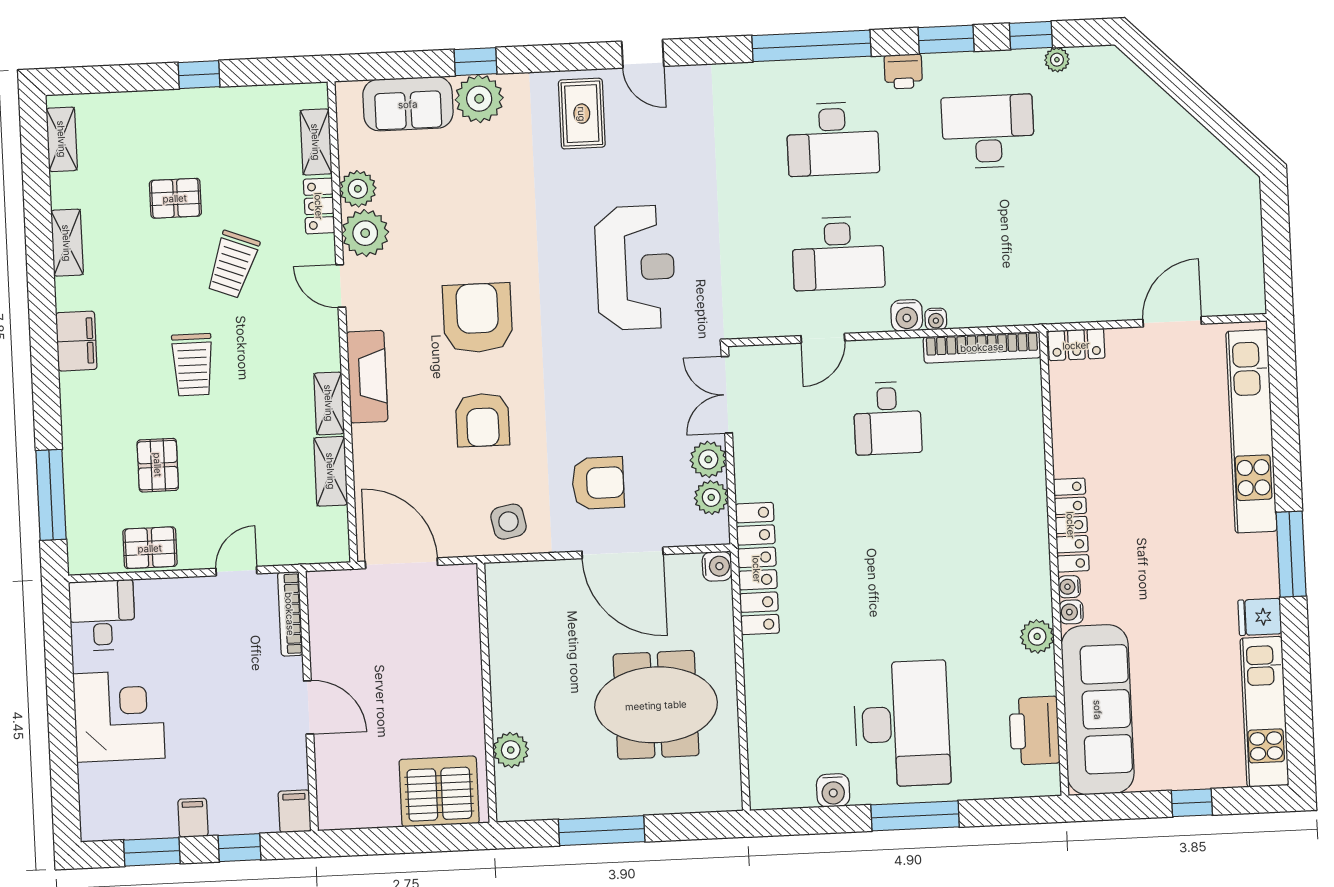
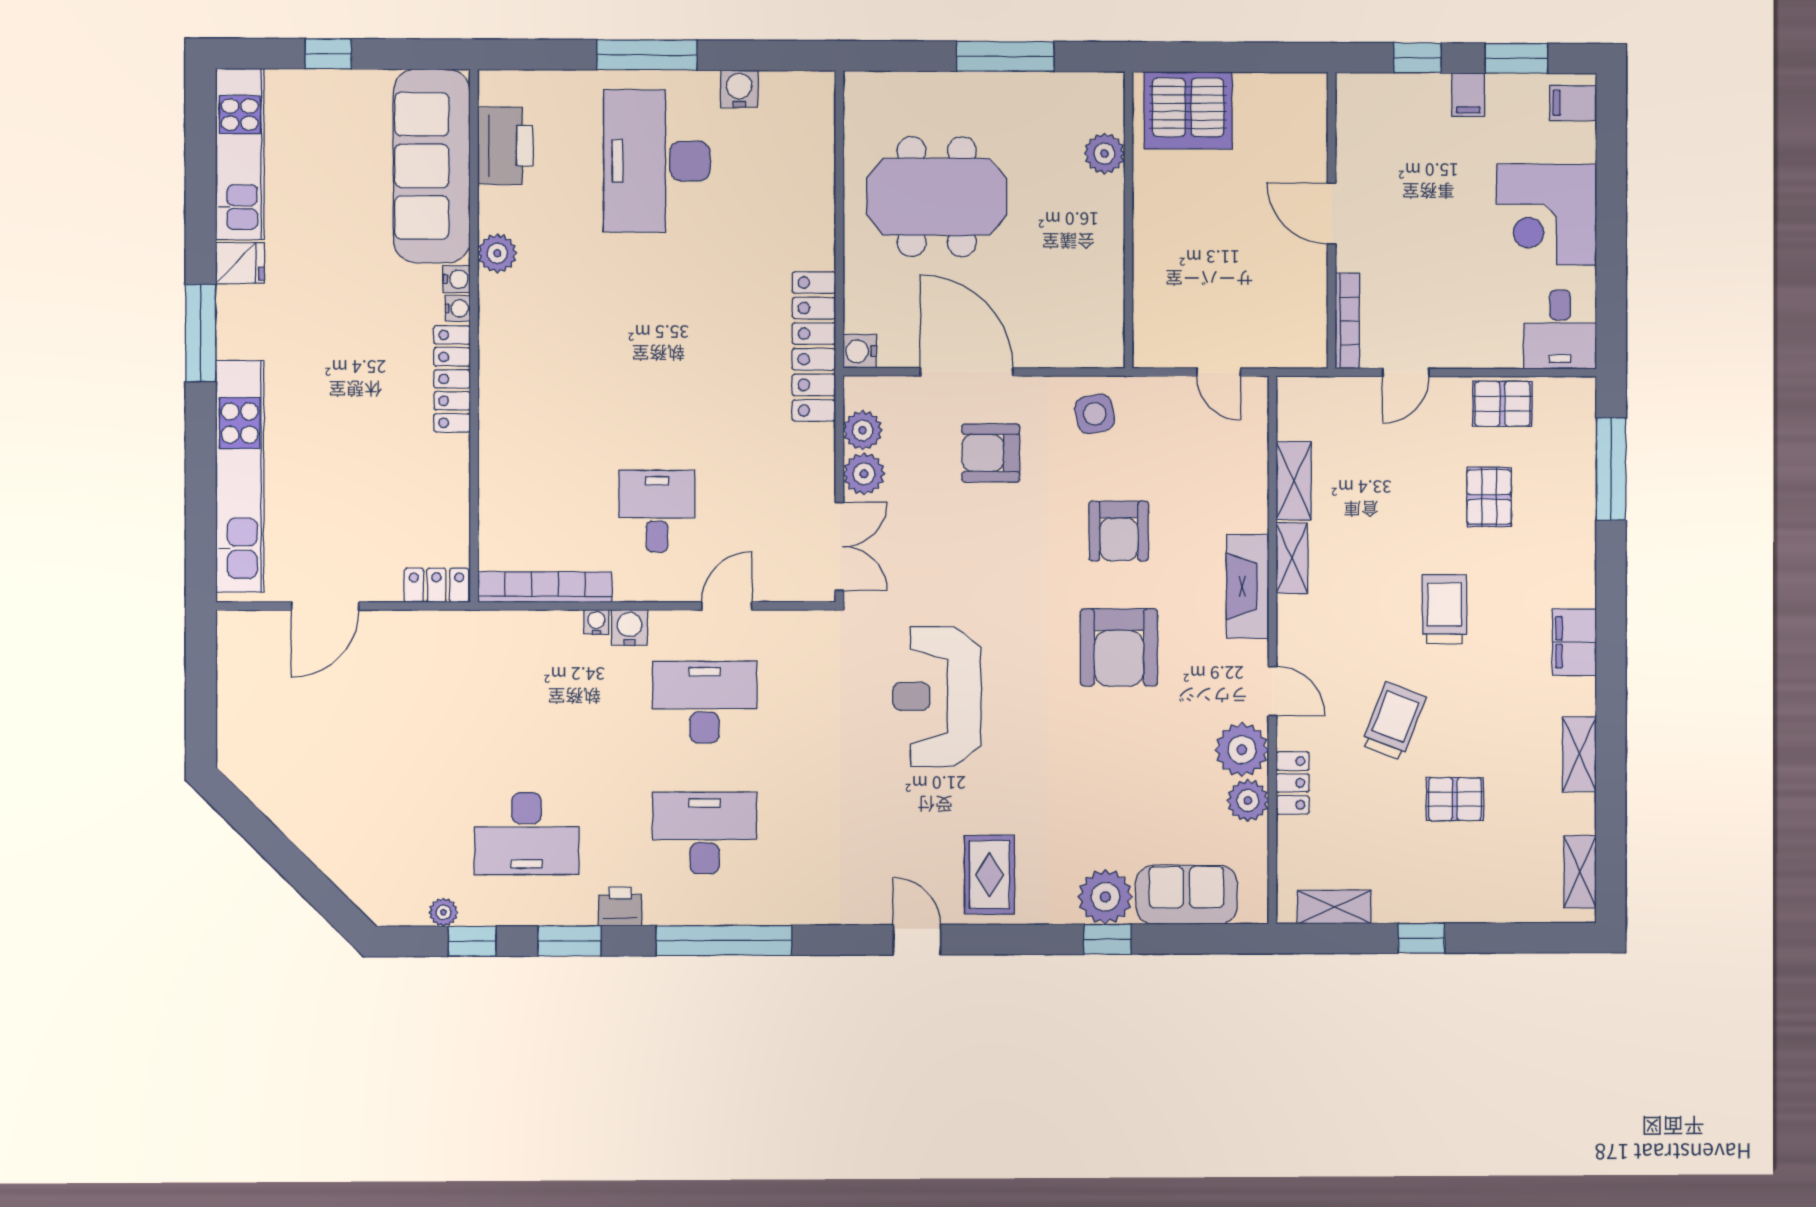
shelving: (316, 142) -> (1334, 907), moved, turned 90
armchair: (483, 420) -> (1119, 531), turned 180
door: (401, 563) -> (1219, 372), width x0.53
filing cabinet: (295, 811) -> (1573, 103), moved, turned 90

